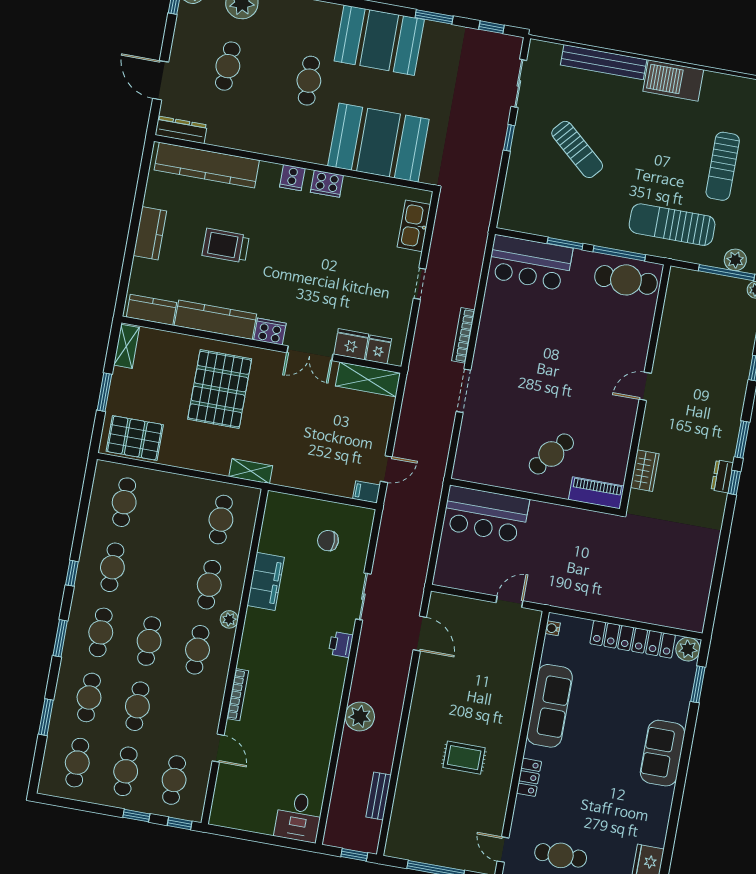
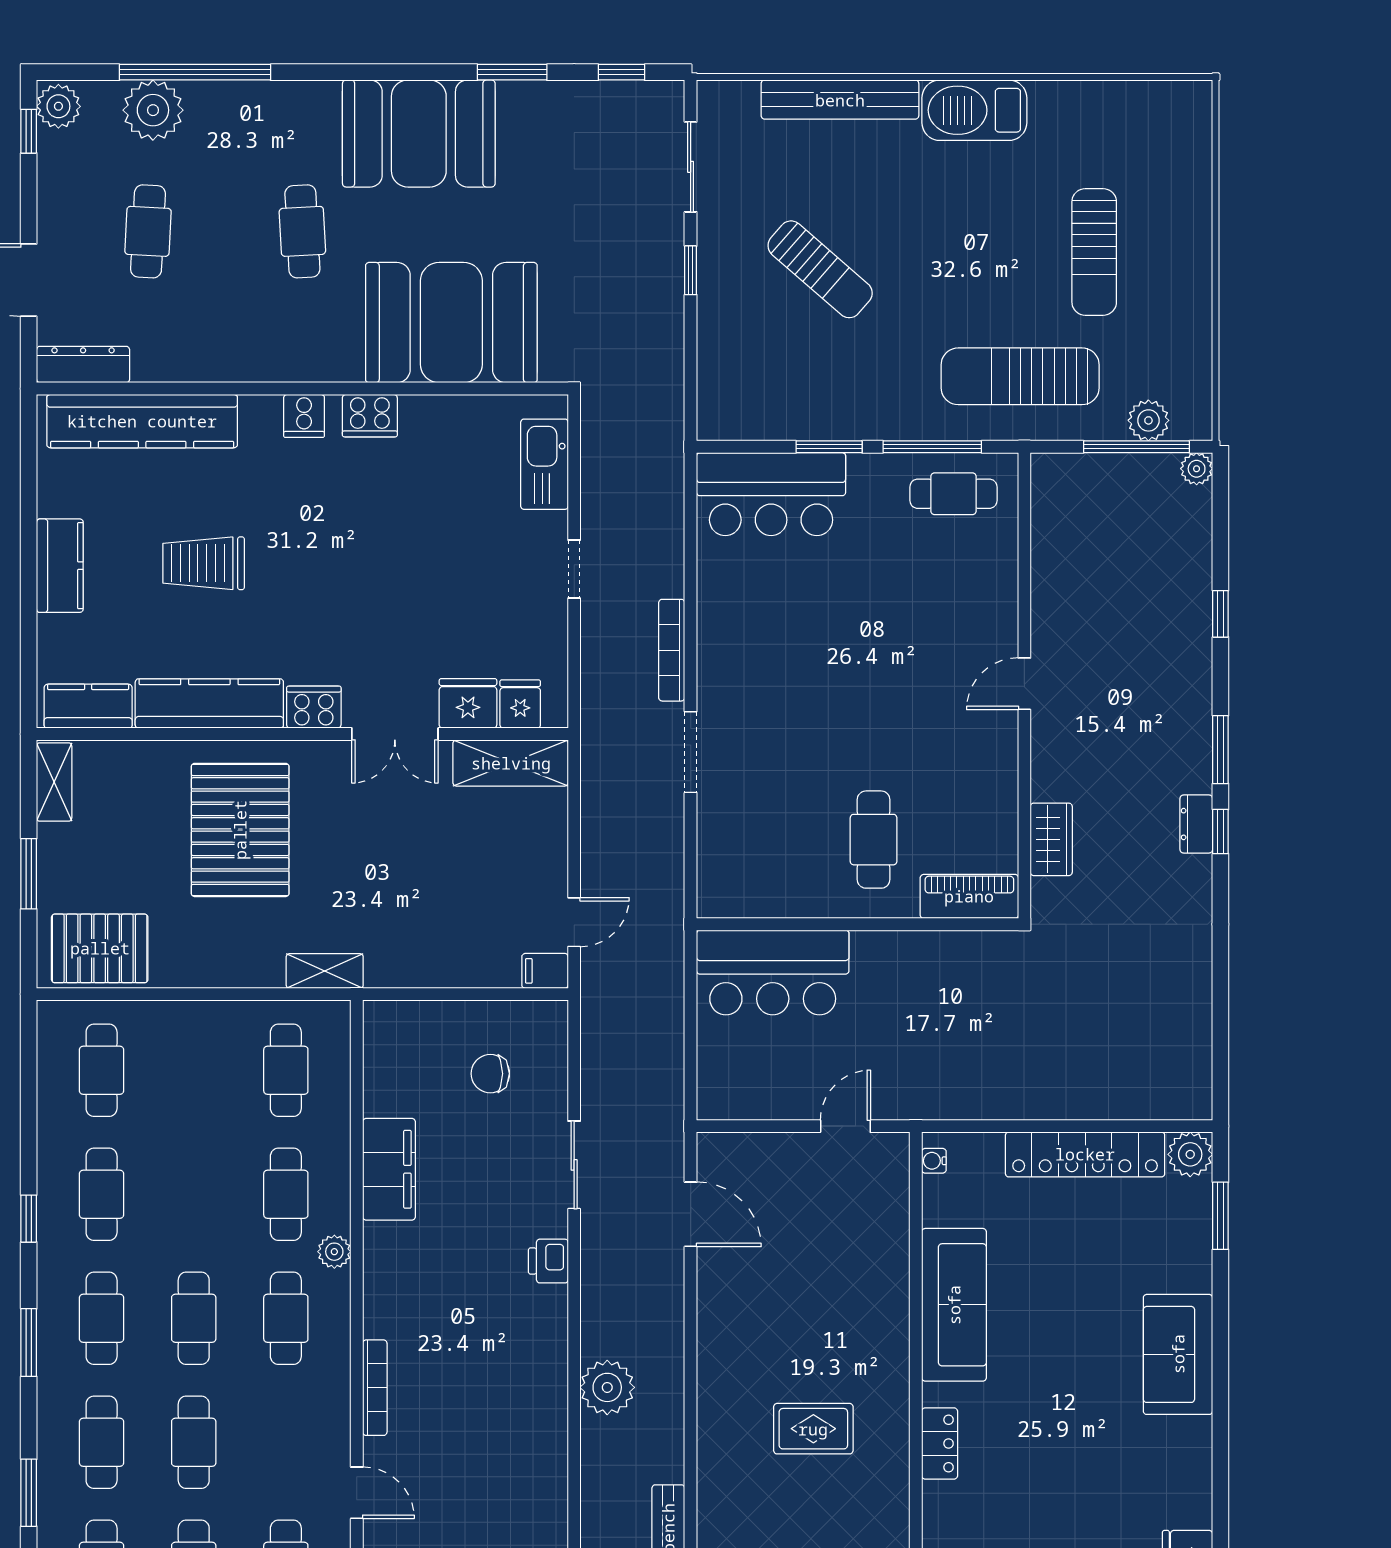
cafe table: (626, 280) -> (953, 494), width x0.73, depth x0.74
cafe table: (551, 454) -> (874, 840), turned -39

